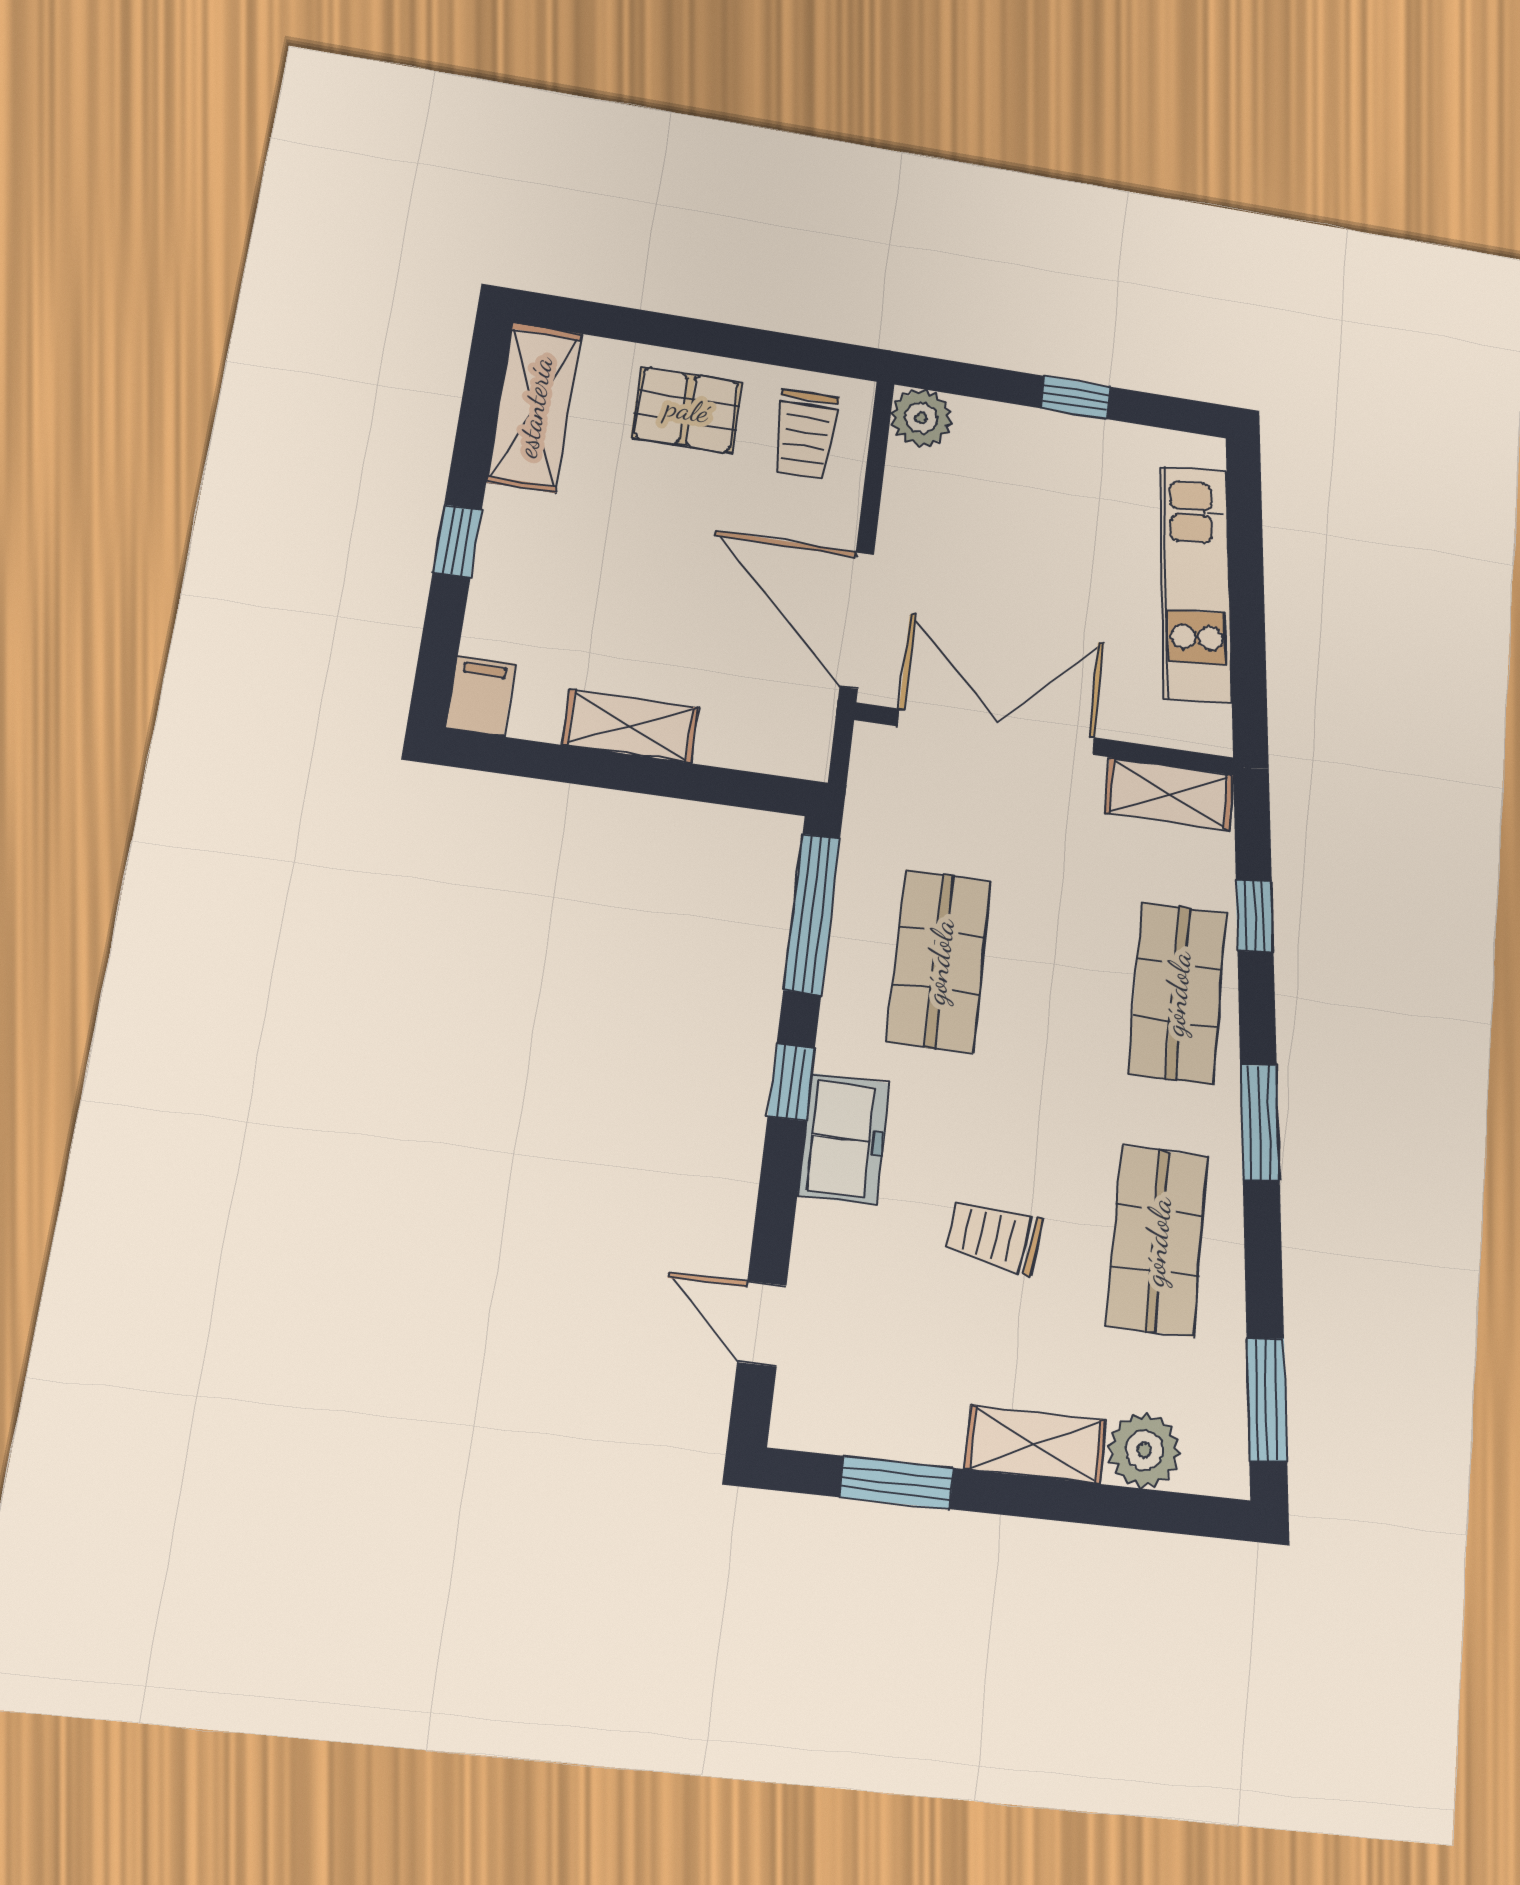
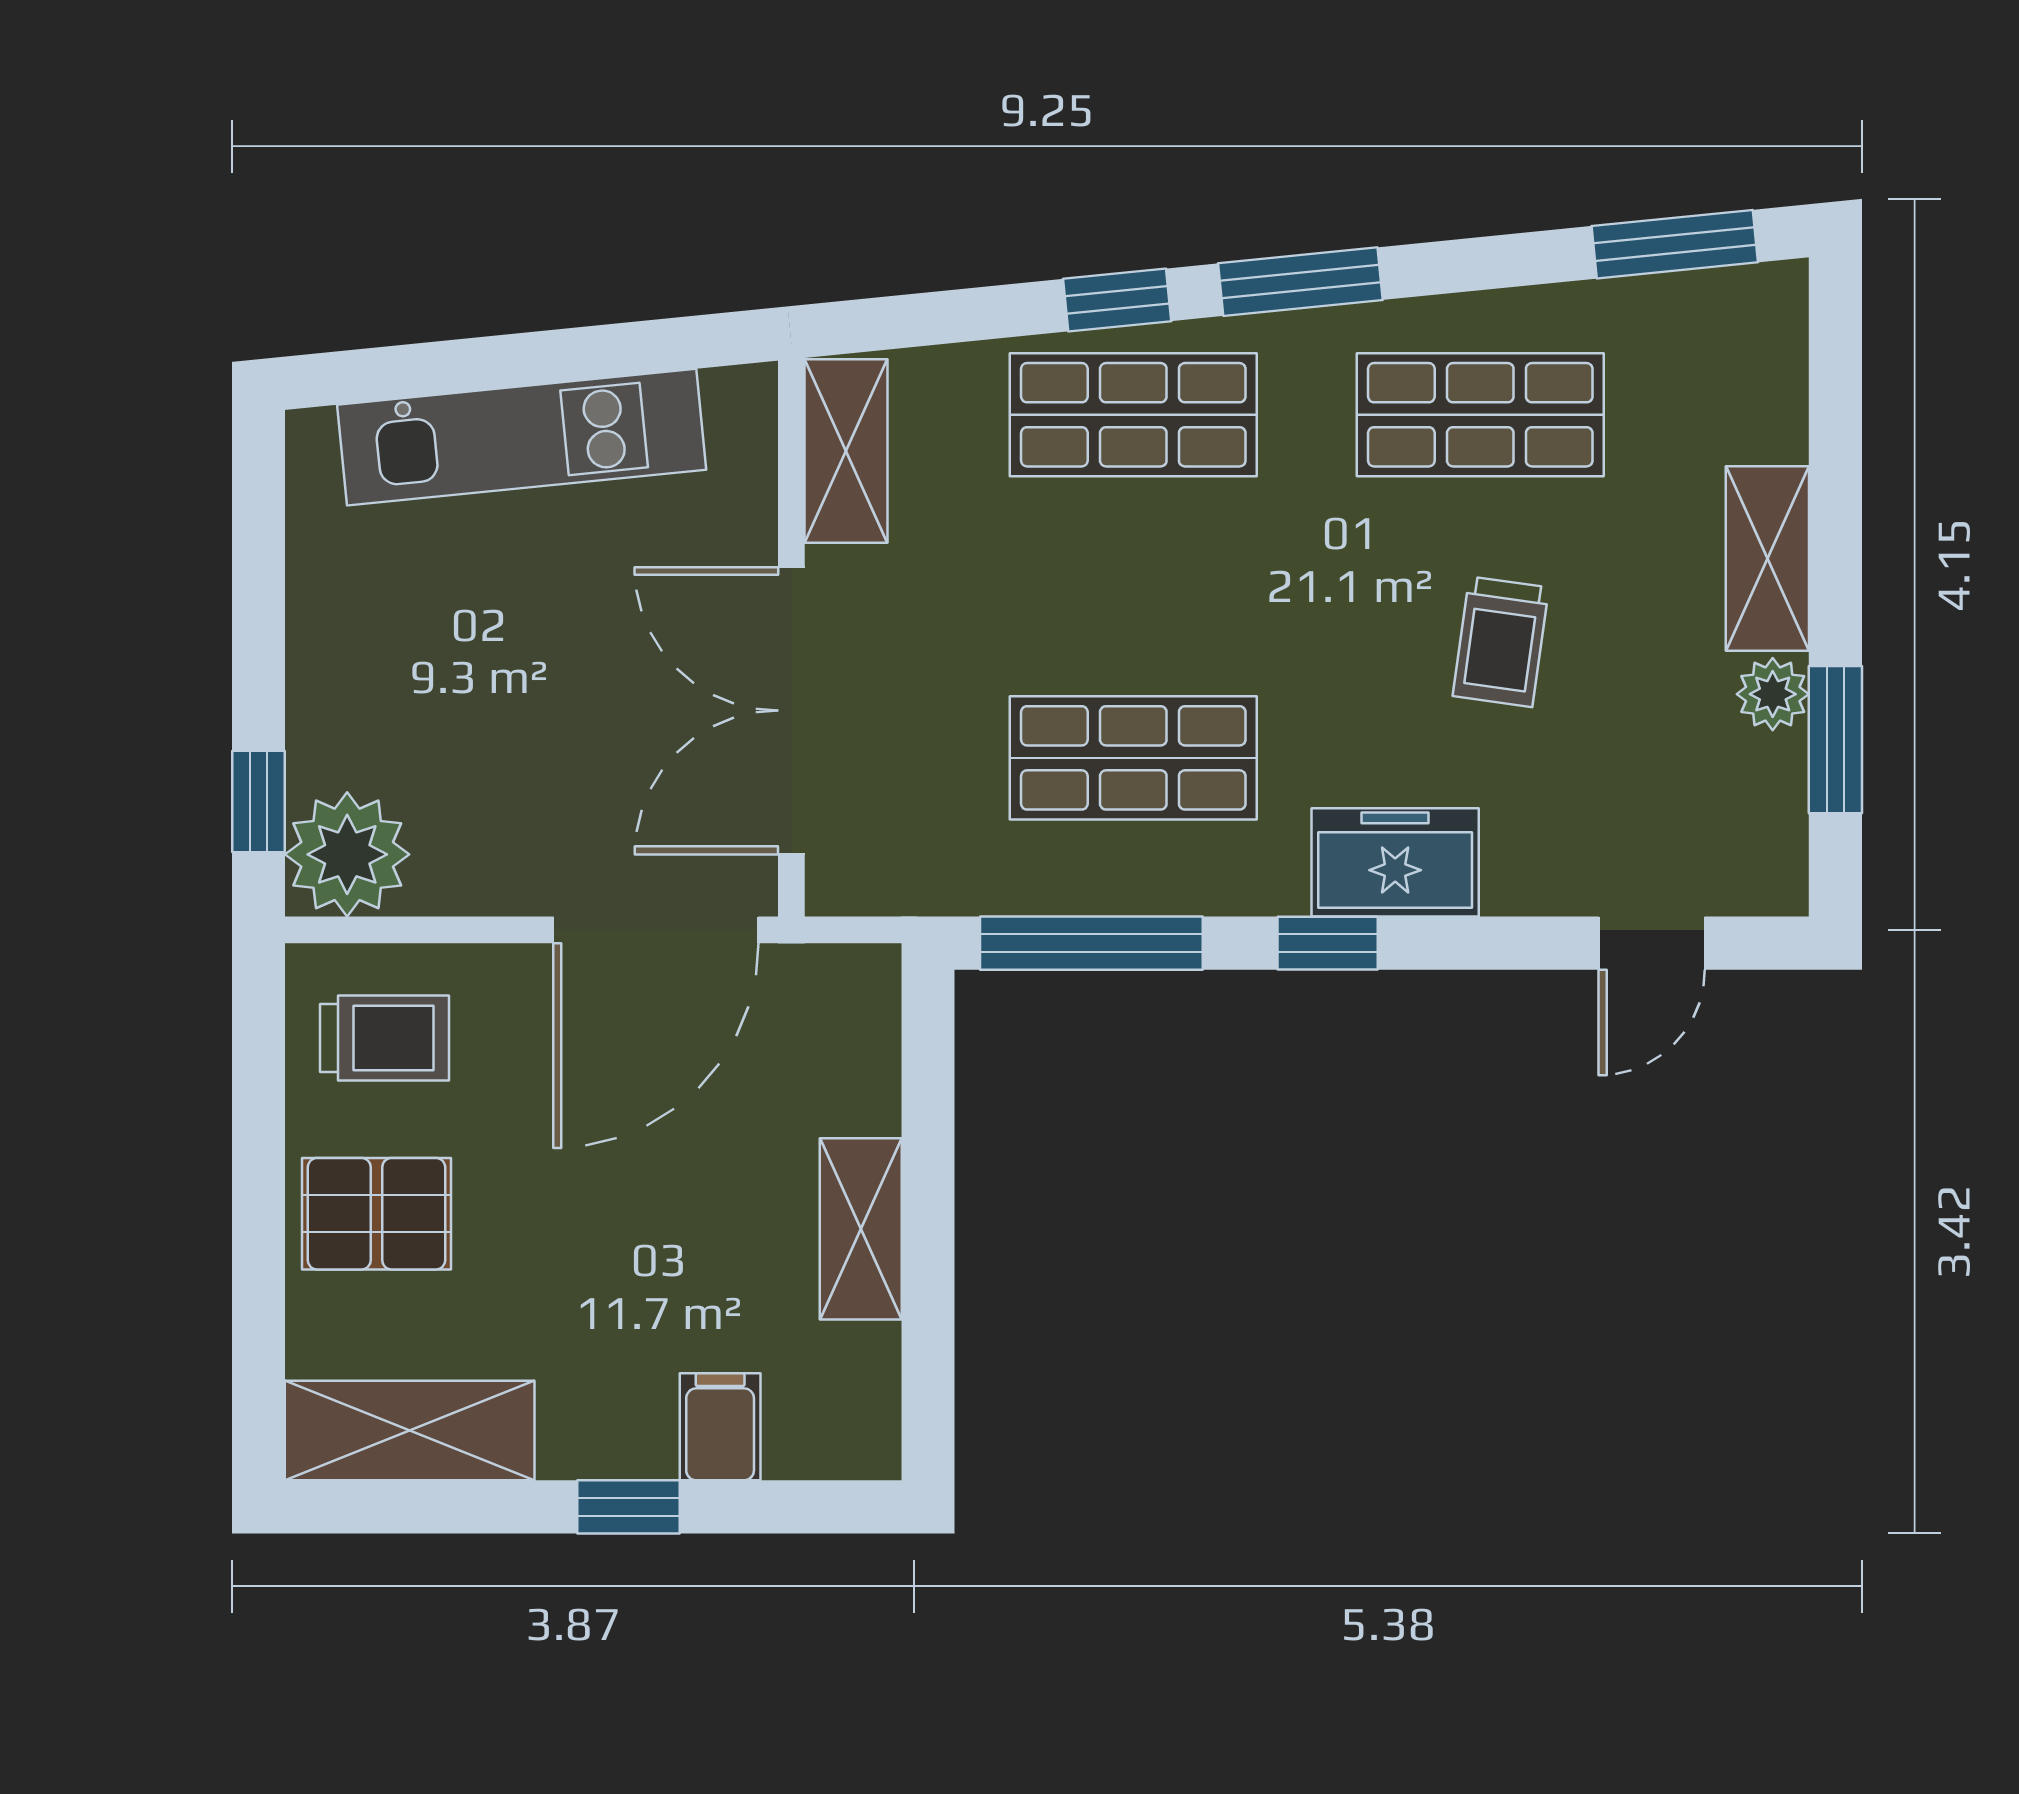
window: (1076, 397) -> (259, 802), moved
pallet: (687, 410) -> (376, 1214), turned 90
plant: (921, 418) -> (347, 854), width x1.36, depth x1.36
filing cabinet: (481, 696) -> (720, 1427), moved, turned 90
window: (1255, 916) -> (1117, 300), moved
plant: (1144, 1450) -> (1773, 694), moved, width x0.73, depth x0.73

